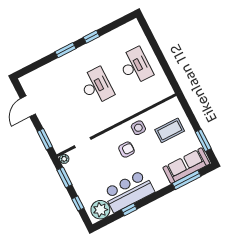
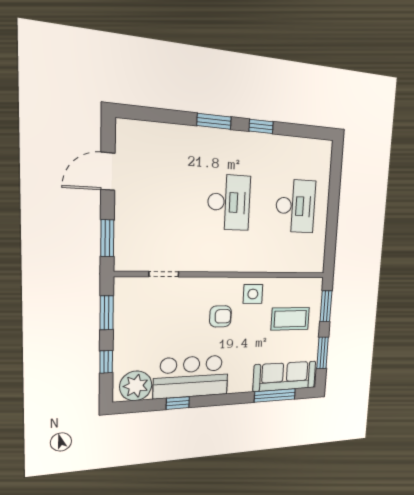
window: (188, 112) -> (326, 306), added
plant: (64, 159) -> (122, 284), removed

